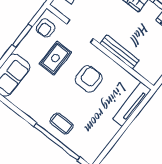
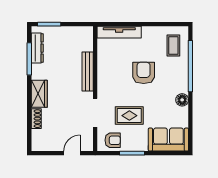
armchair: (89, 79) -> (144, 73), moved, turned 90
floor lamp: (34, 113) -> (182, 100), added
coffee table: (62, 123) -> (173, 45), moved

